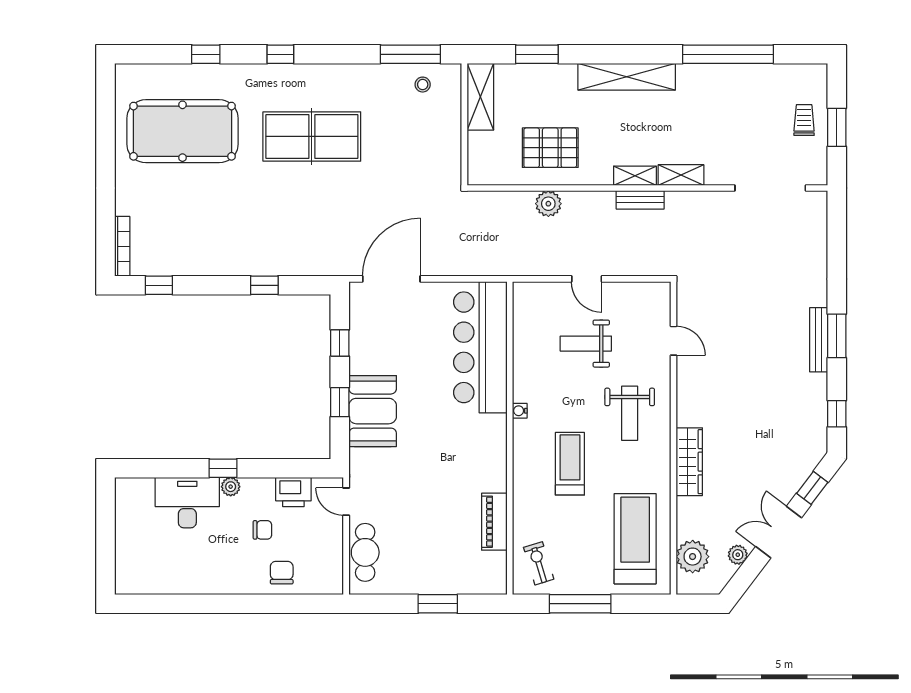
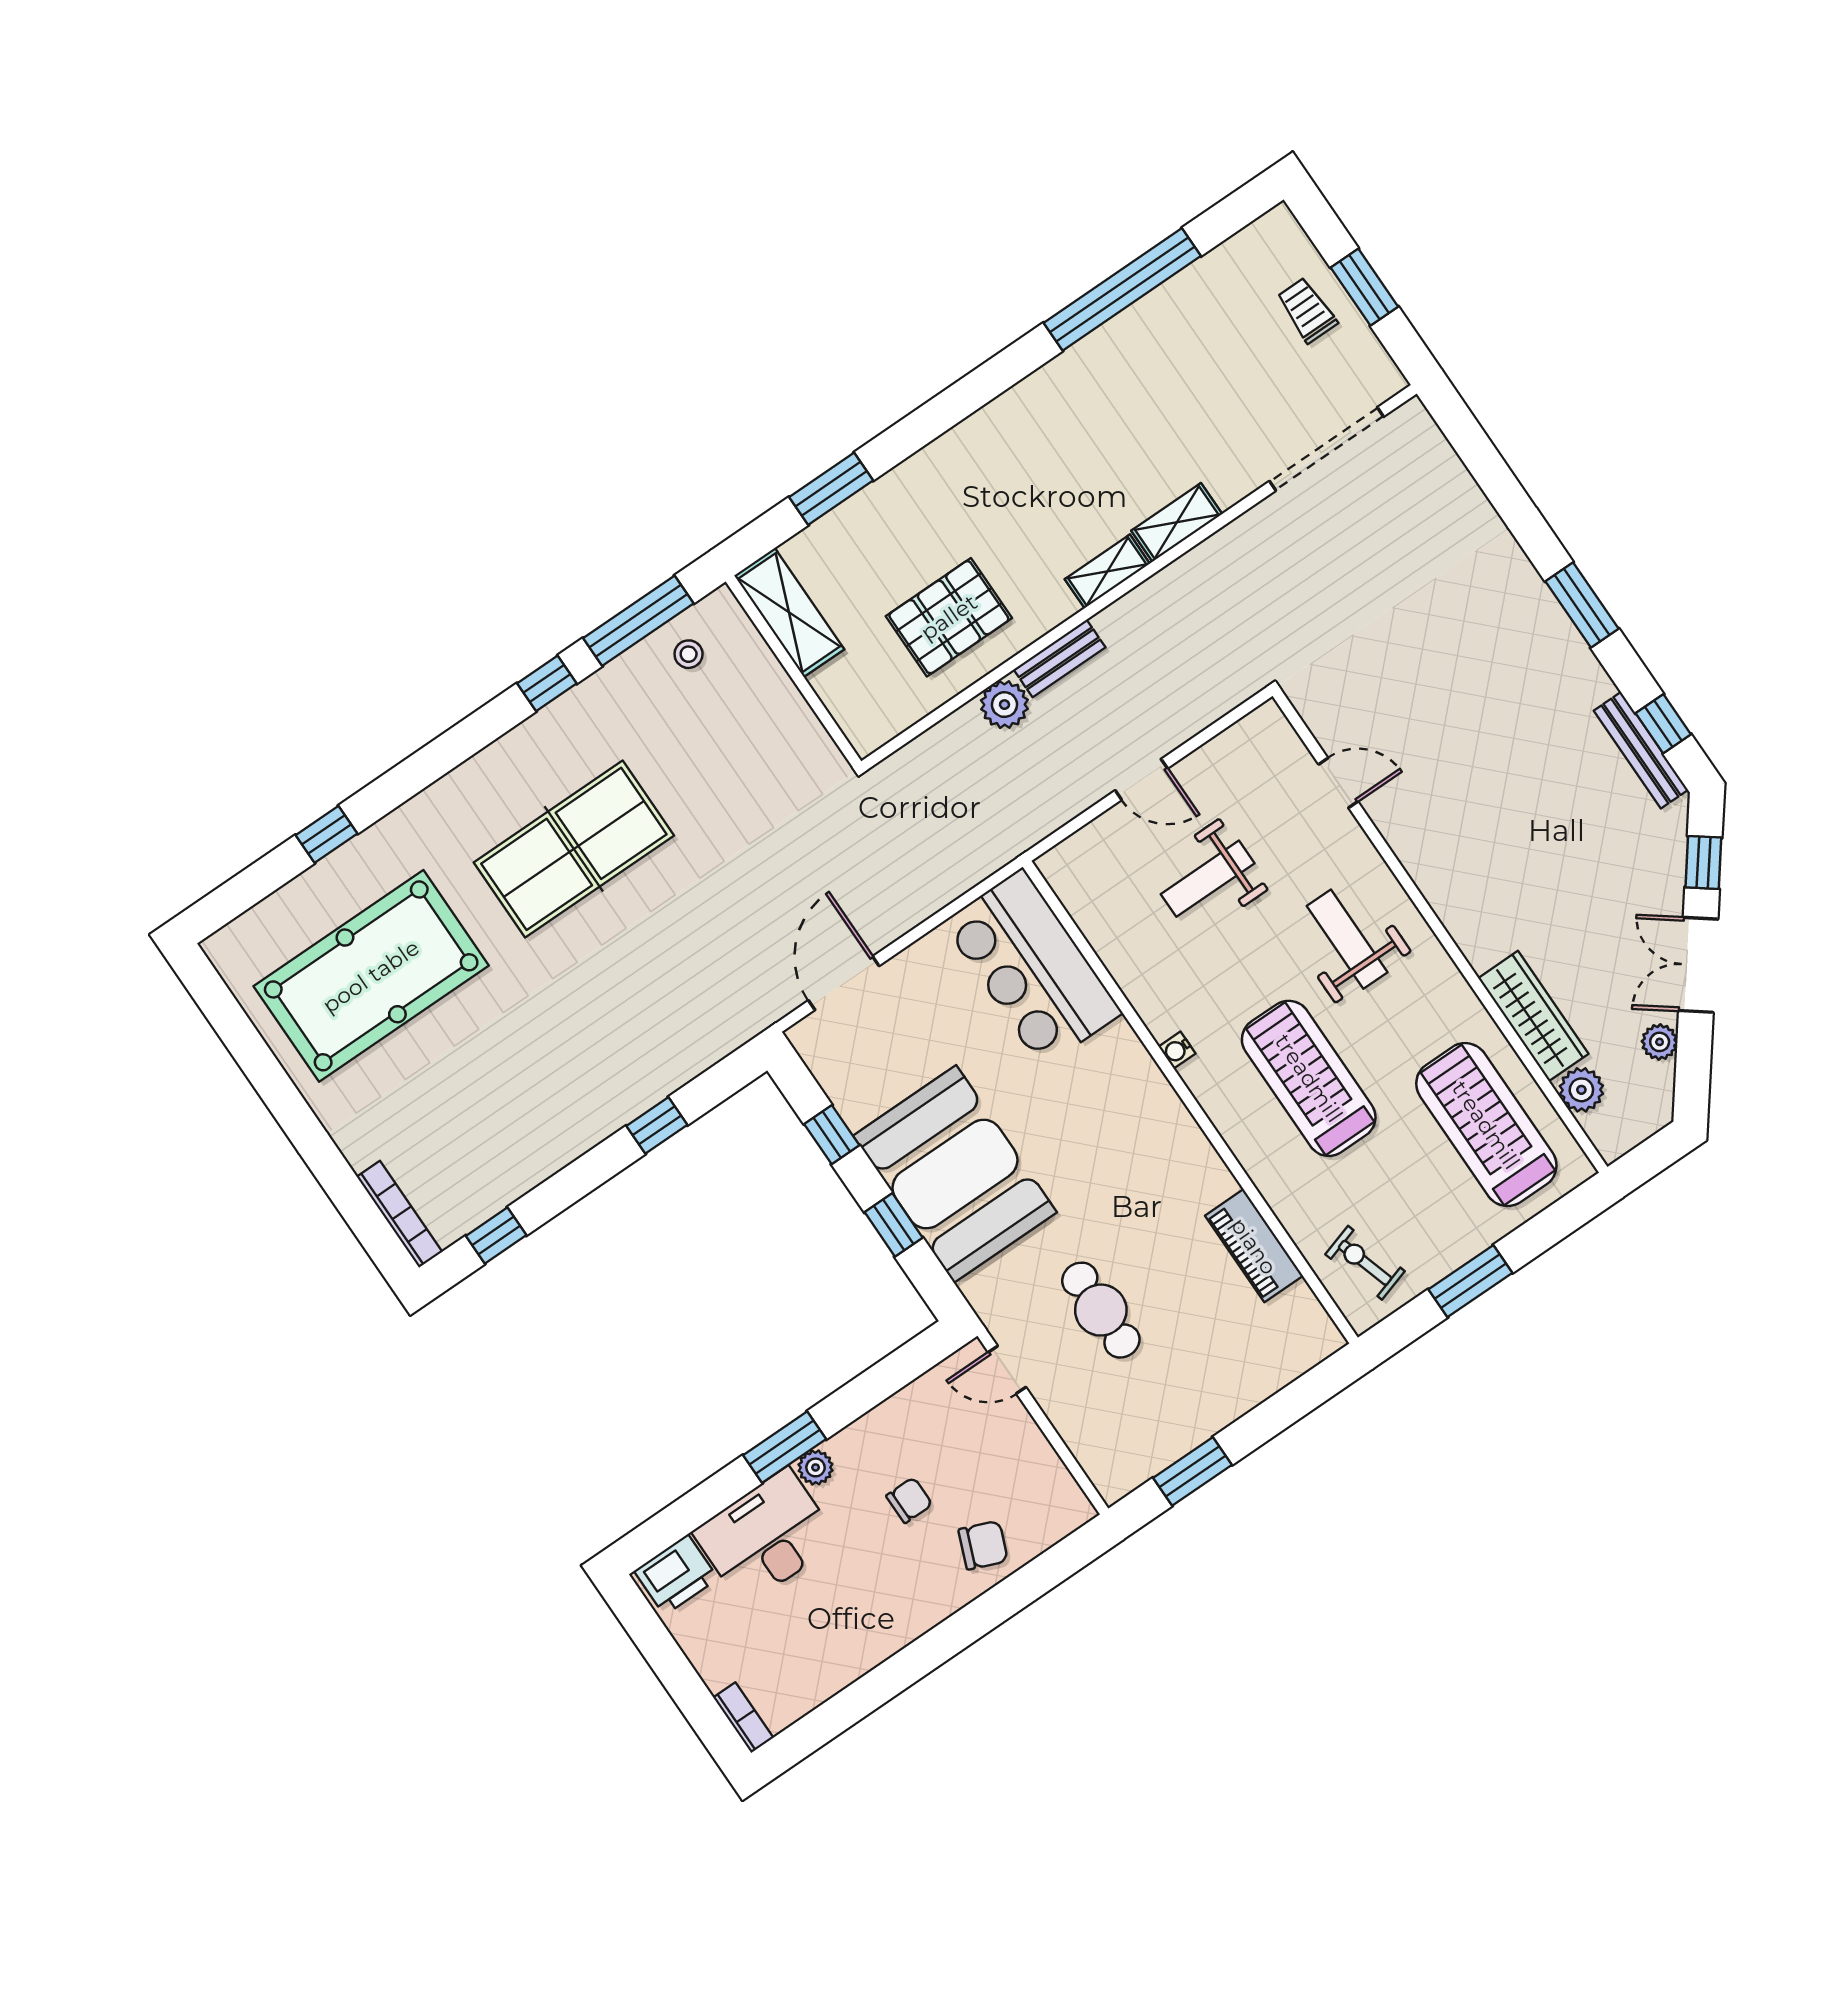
window: (280, 54) -> (547, 683), moved
shelving: (627, 77) -> (991, 429), removed
bench: (640, 200) -> (1060, 658), moved
door: (391, 279) -> (844, 983), width x0.73
bench: (819, 340) -> (1641, 750), moved
bar counter: (480, 347) -> (1032, 968), width x0.73
booth: (373, 411) -> (955, 1174), width x1.36, depth x1.42
weight bench: (630, 413) -> (1347, 939), turned 180
wardrobe: (689, 462) -> (1533, 1016), moved
treadmill: (570, 464) -> (1309, 1078), width x1.37, depth x1.38
window: (223, 468) -> (785, 1447), width x1.50
printer: (293, 492) -> (676, 1575), moved
cafe table: (365, 552) -> (1101, 1310), moved
plant: (693, 557) -> (1581, 1090), width x0.73, depth x0.73
chair: (282, 573) -> (983, 1545), turned 112
bookcase: (122, 576) -> (743, 1718), added
window: (438, 604) -> (1192, 1471), moved
window: (580, 604) -> (1470, 1281), width x0.69

